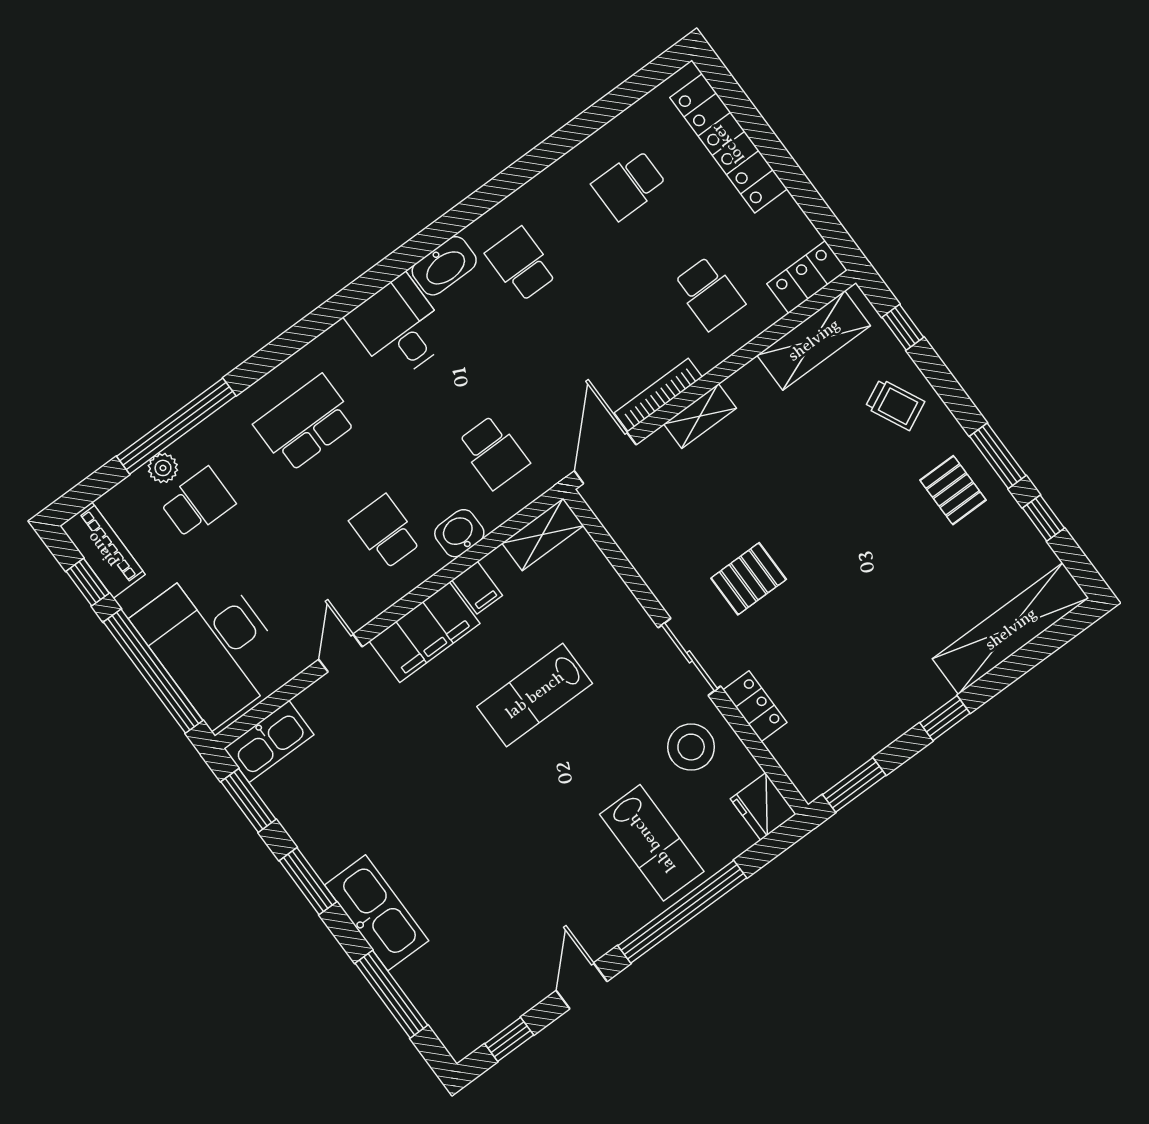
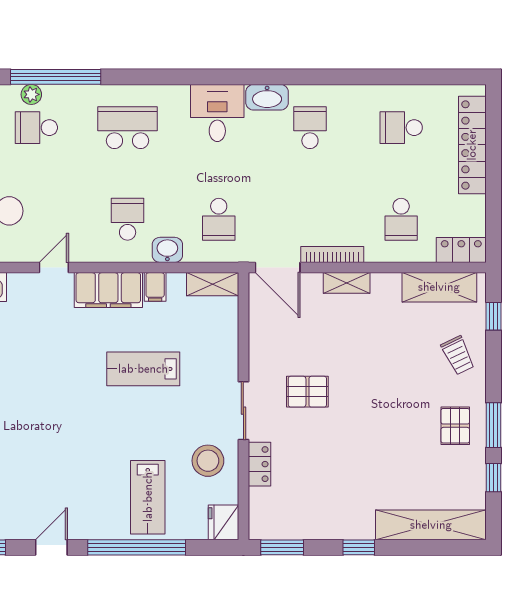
door: (605, 458) -> (278, 268), swing flipped
school desk: (198, 503) -> (36, 128), turned 180

